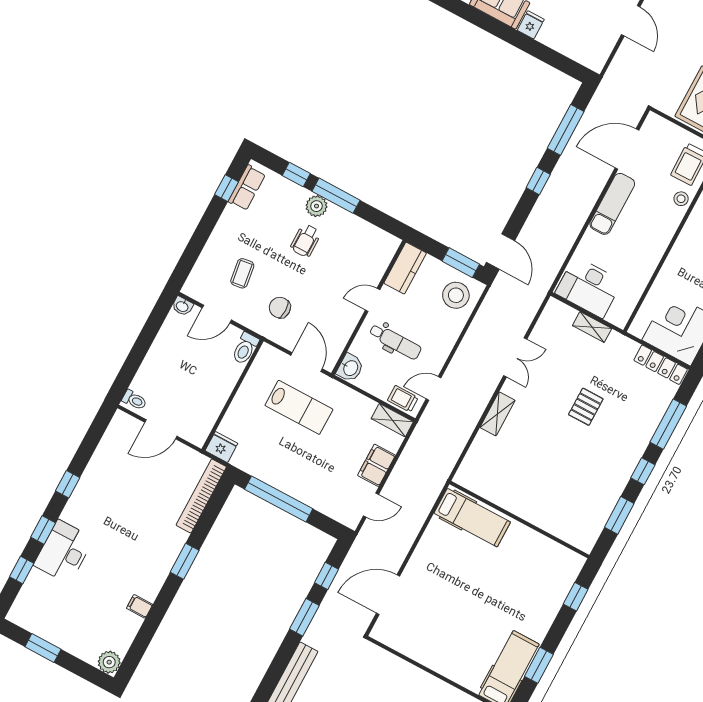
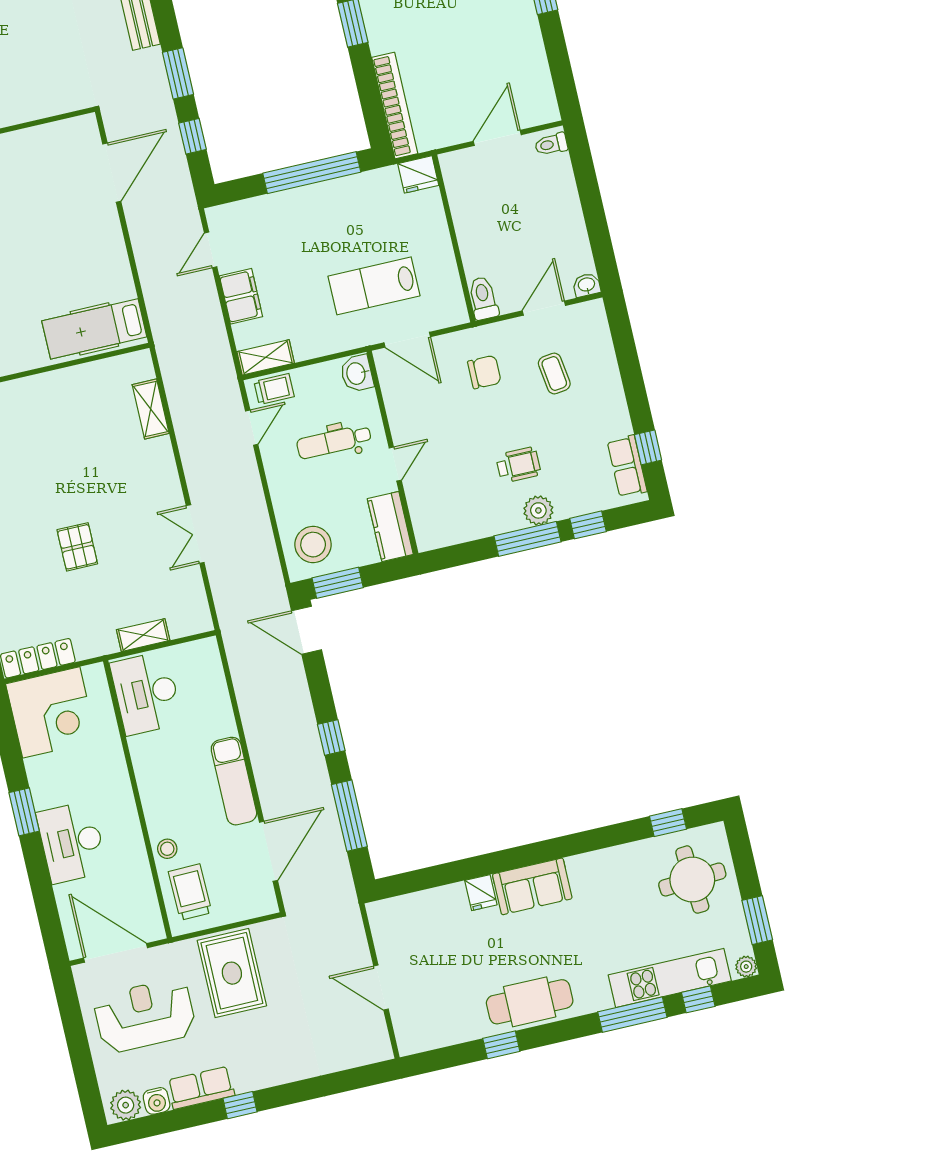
wheelchair: (306, 241) -> (518, 465), turned 90
desk: (589, 287) -> (146, 693), moved, turned -90
shelving: (498, 414) -> (151, 409), moved

